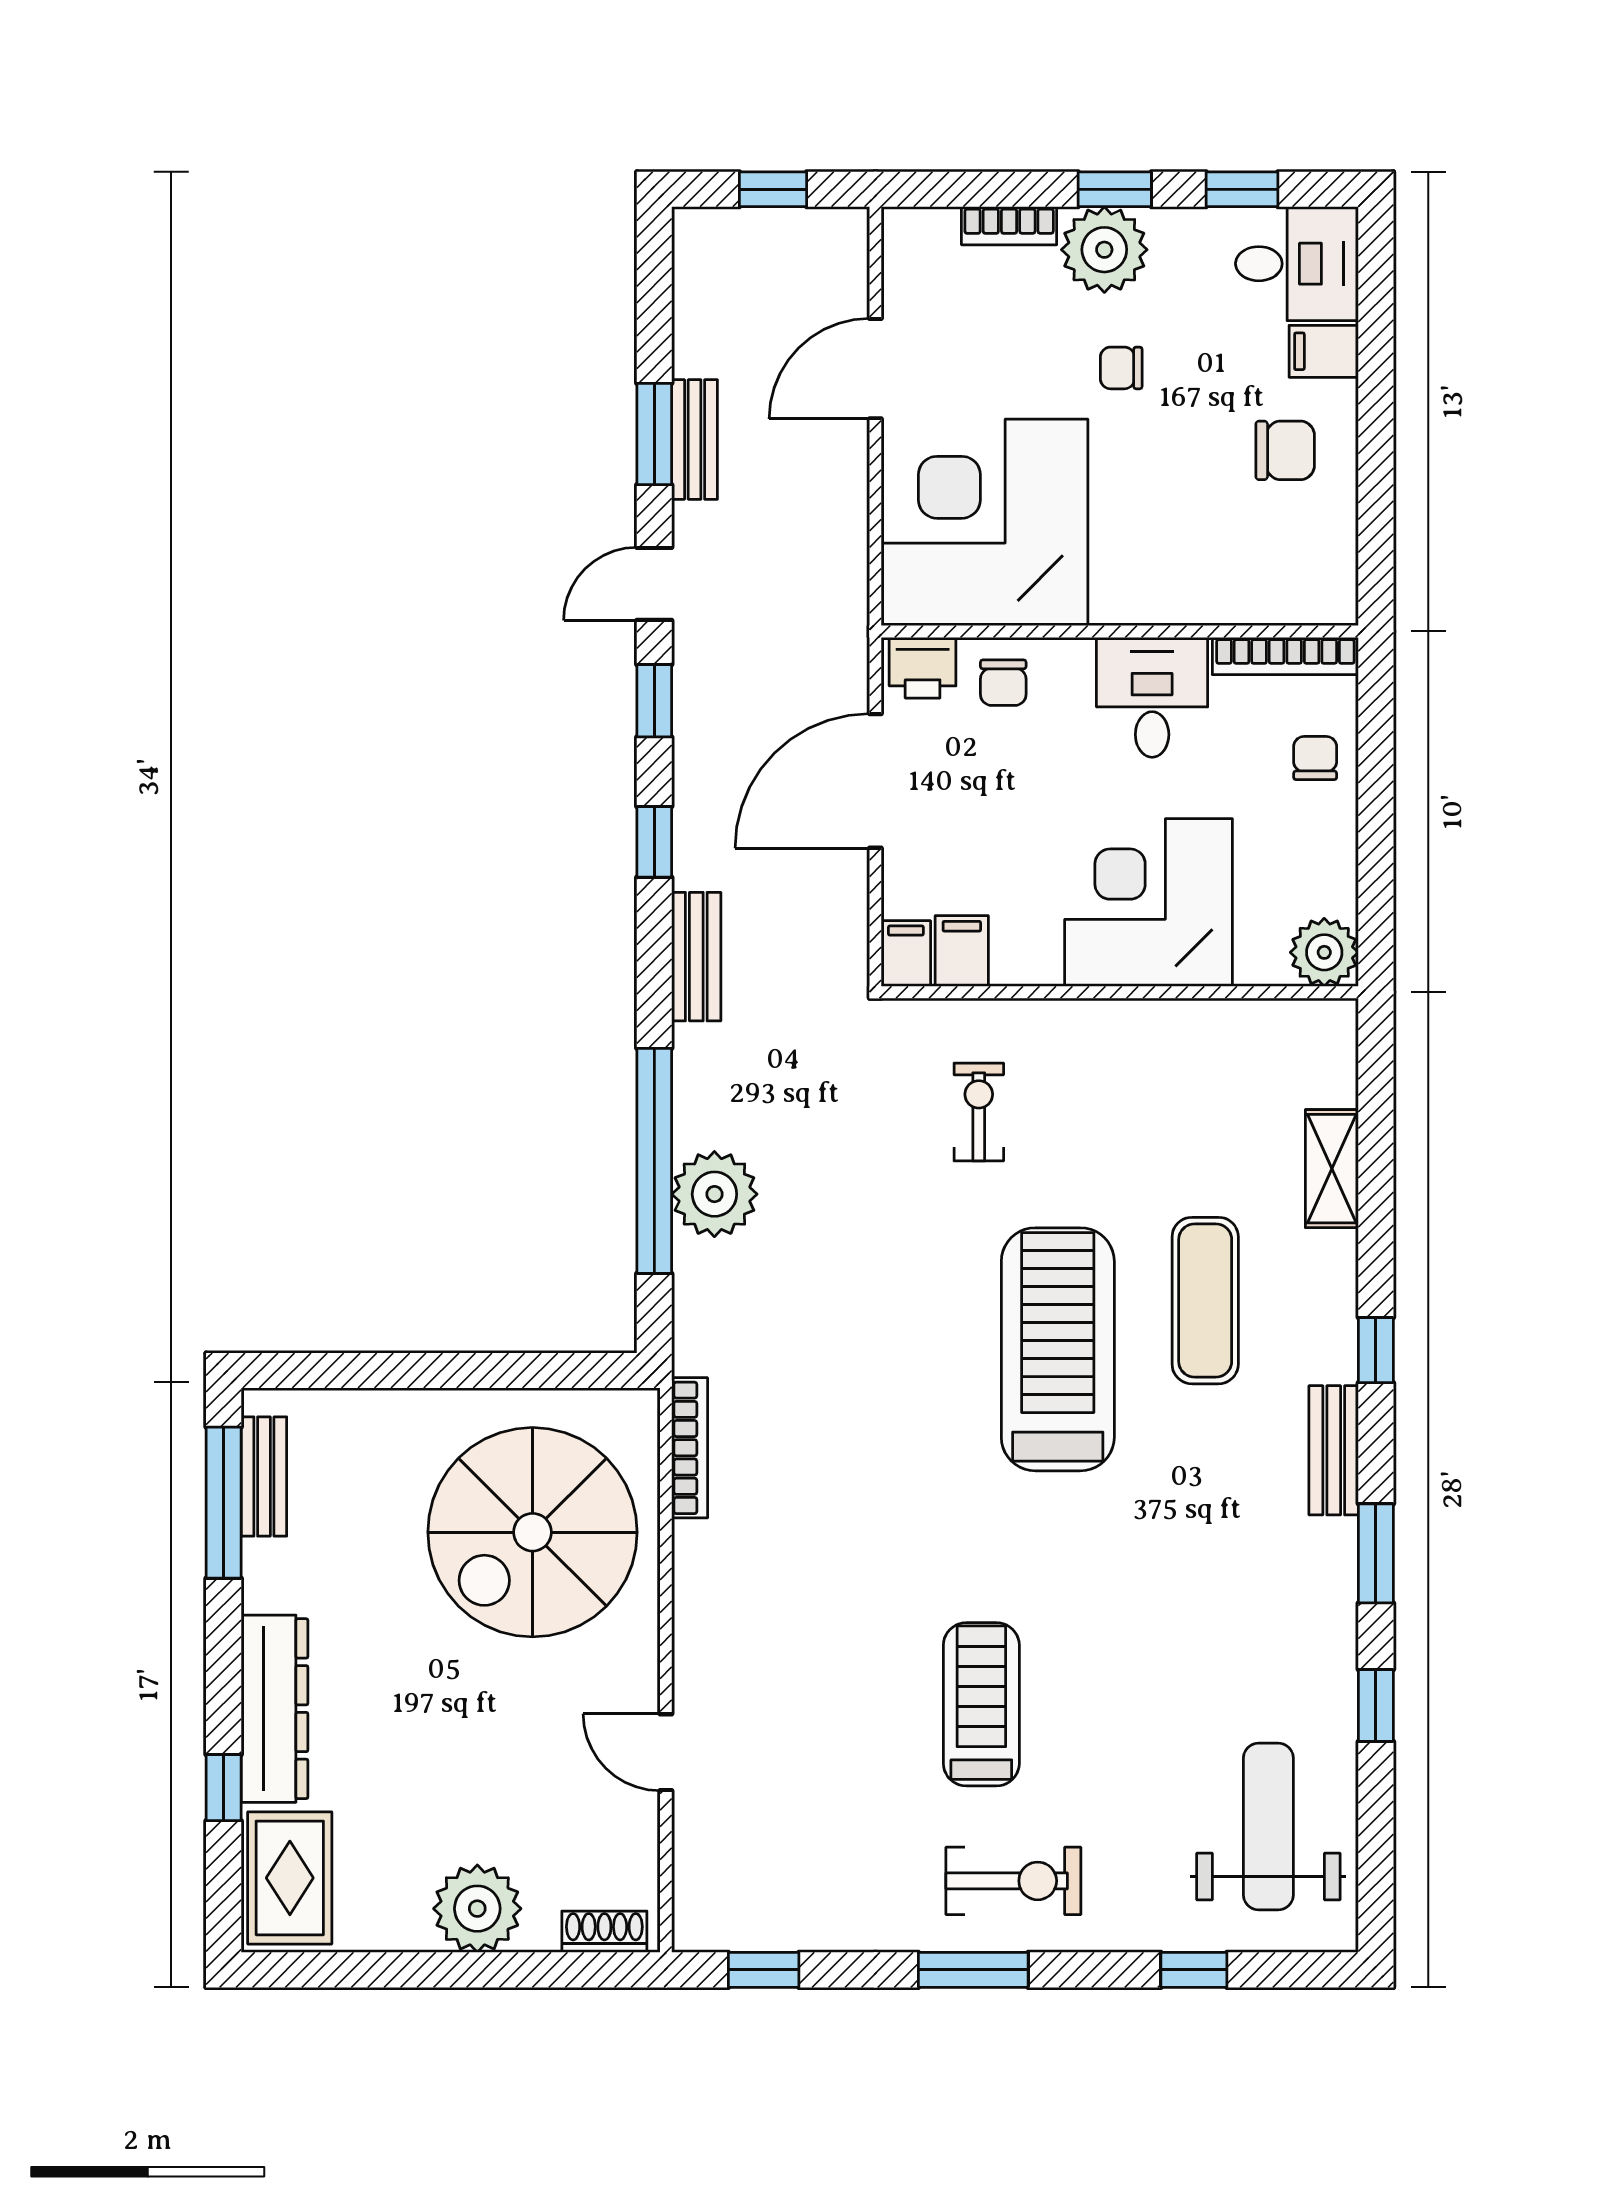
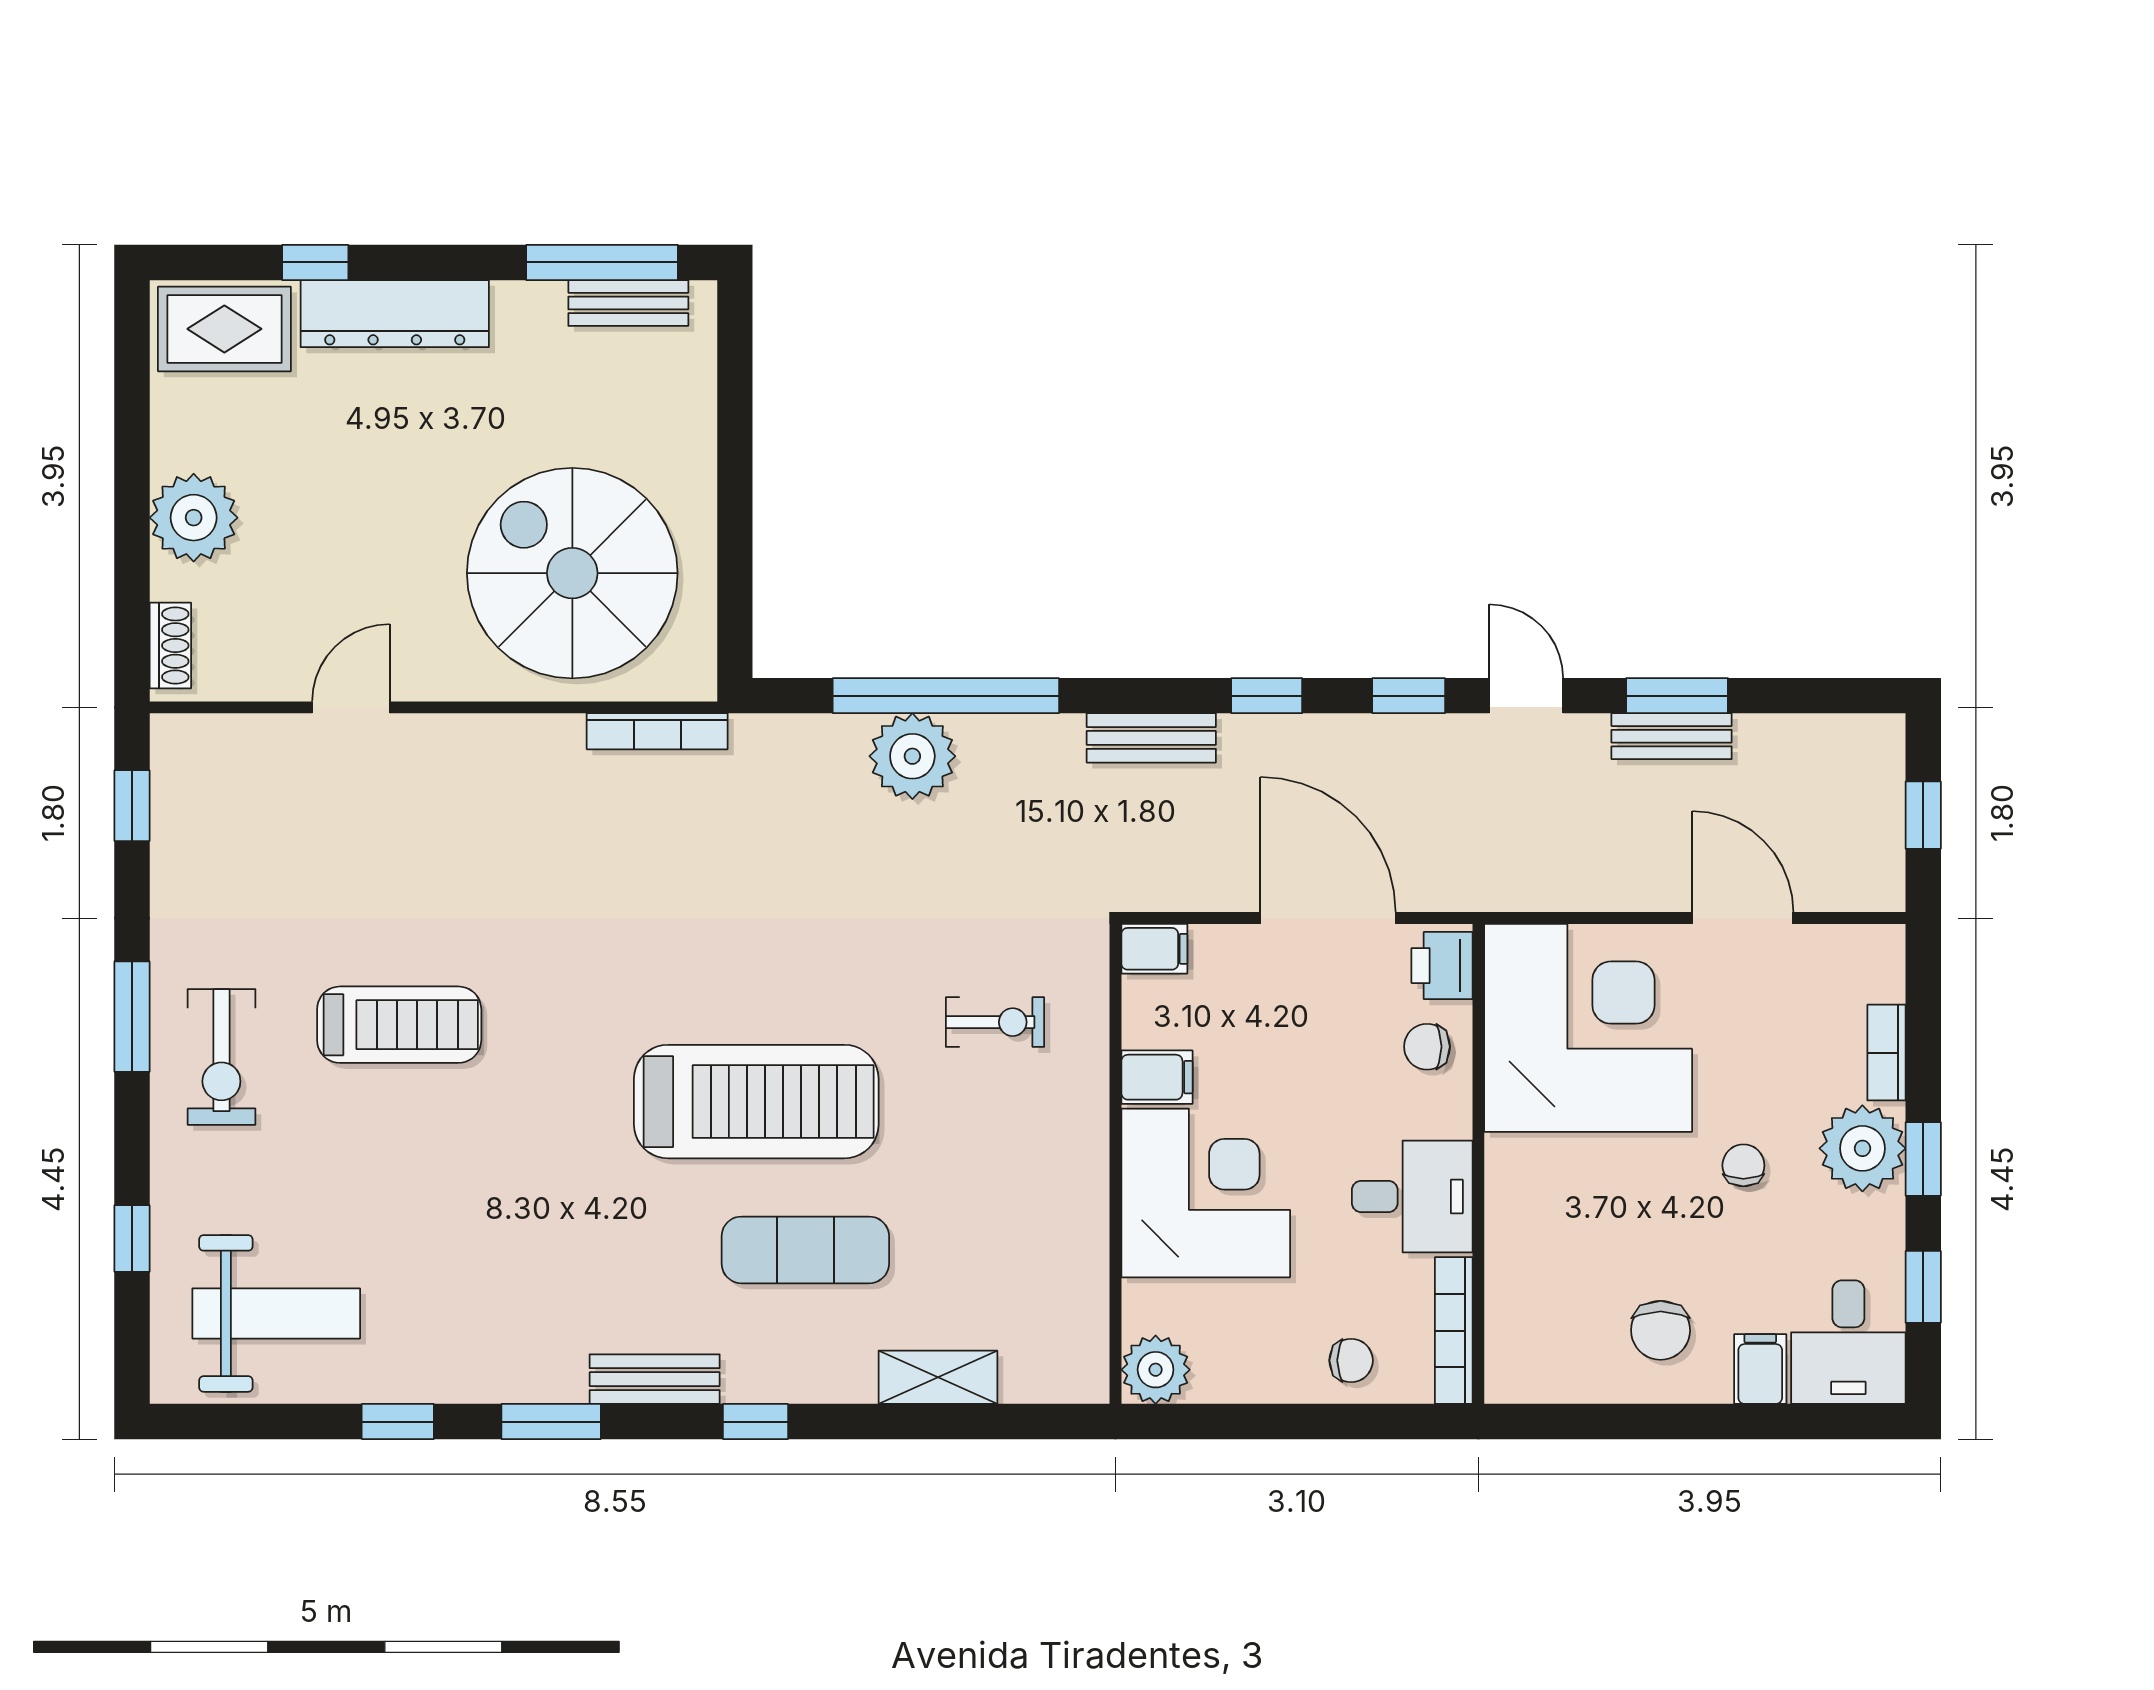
filing cabinet: (962, 951) -> (1157, 1077), moved

